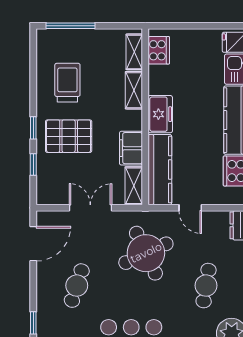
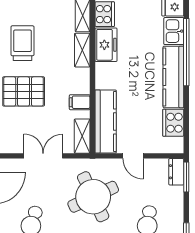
freezer: (160, 114) -> (106, 45), moved
filing cabinet: (131, 148) -> (80, 102), width x0.50

